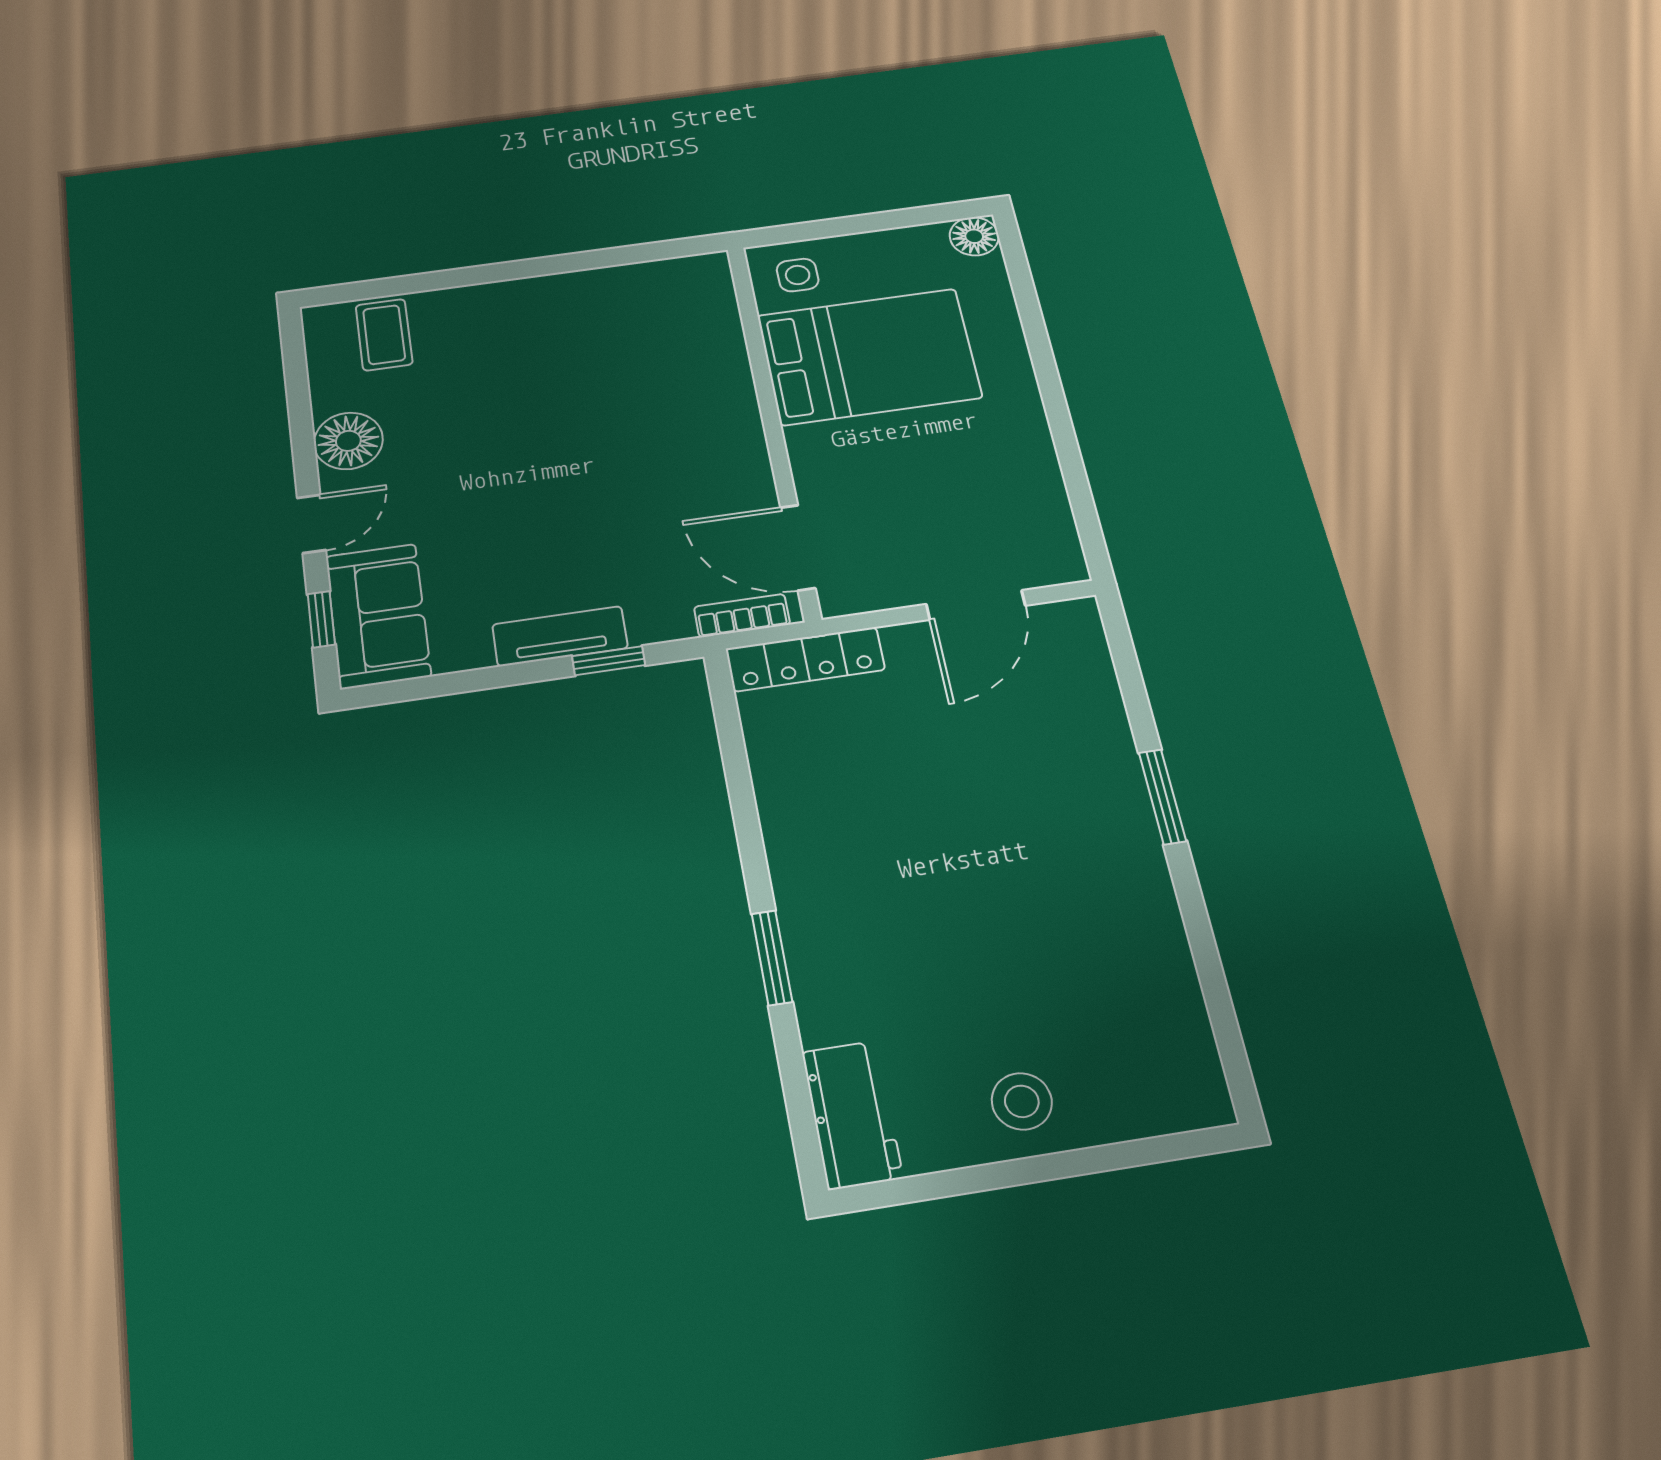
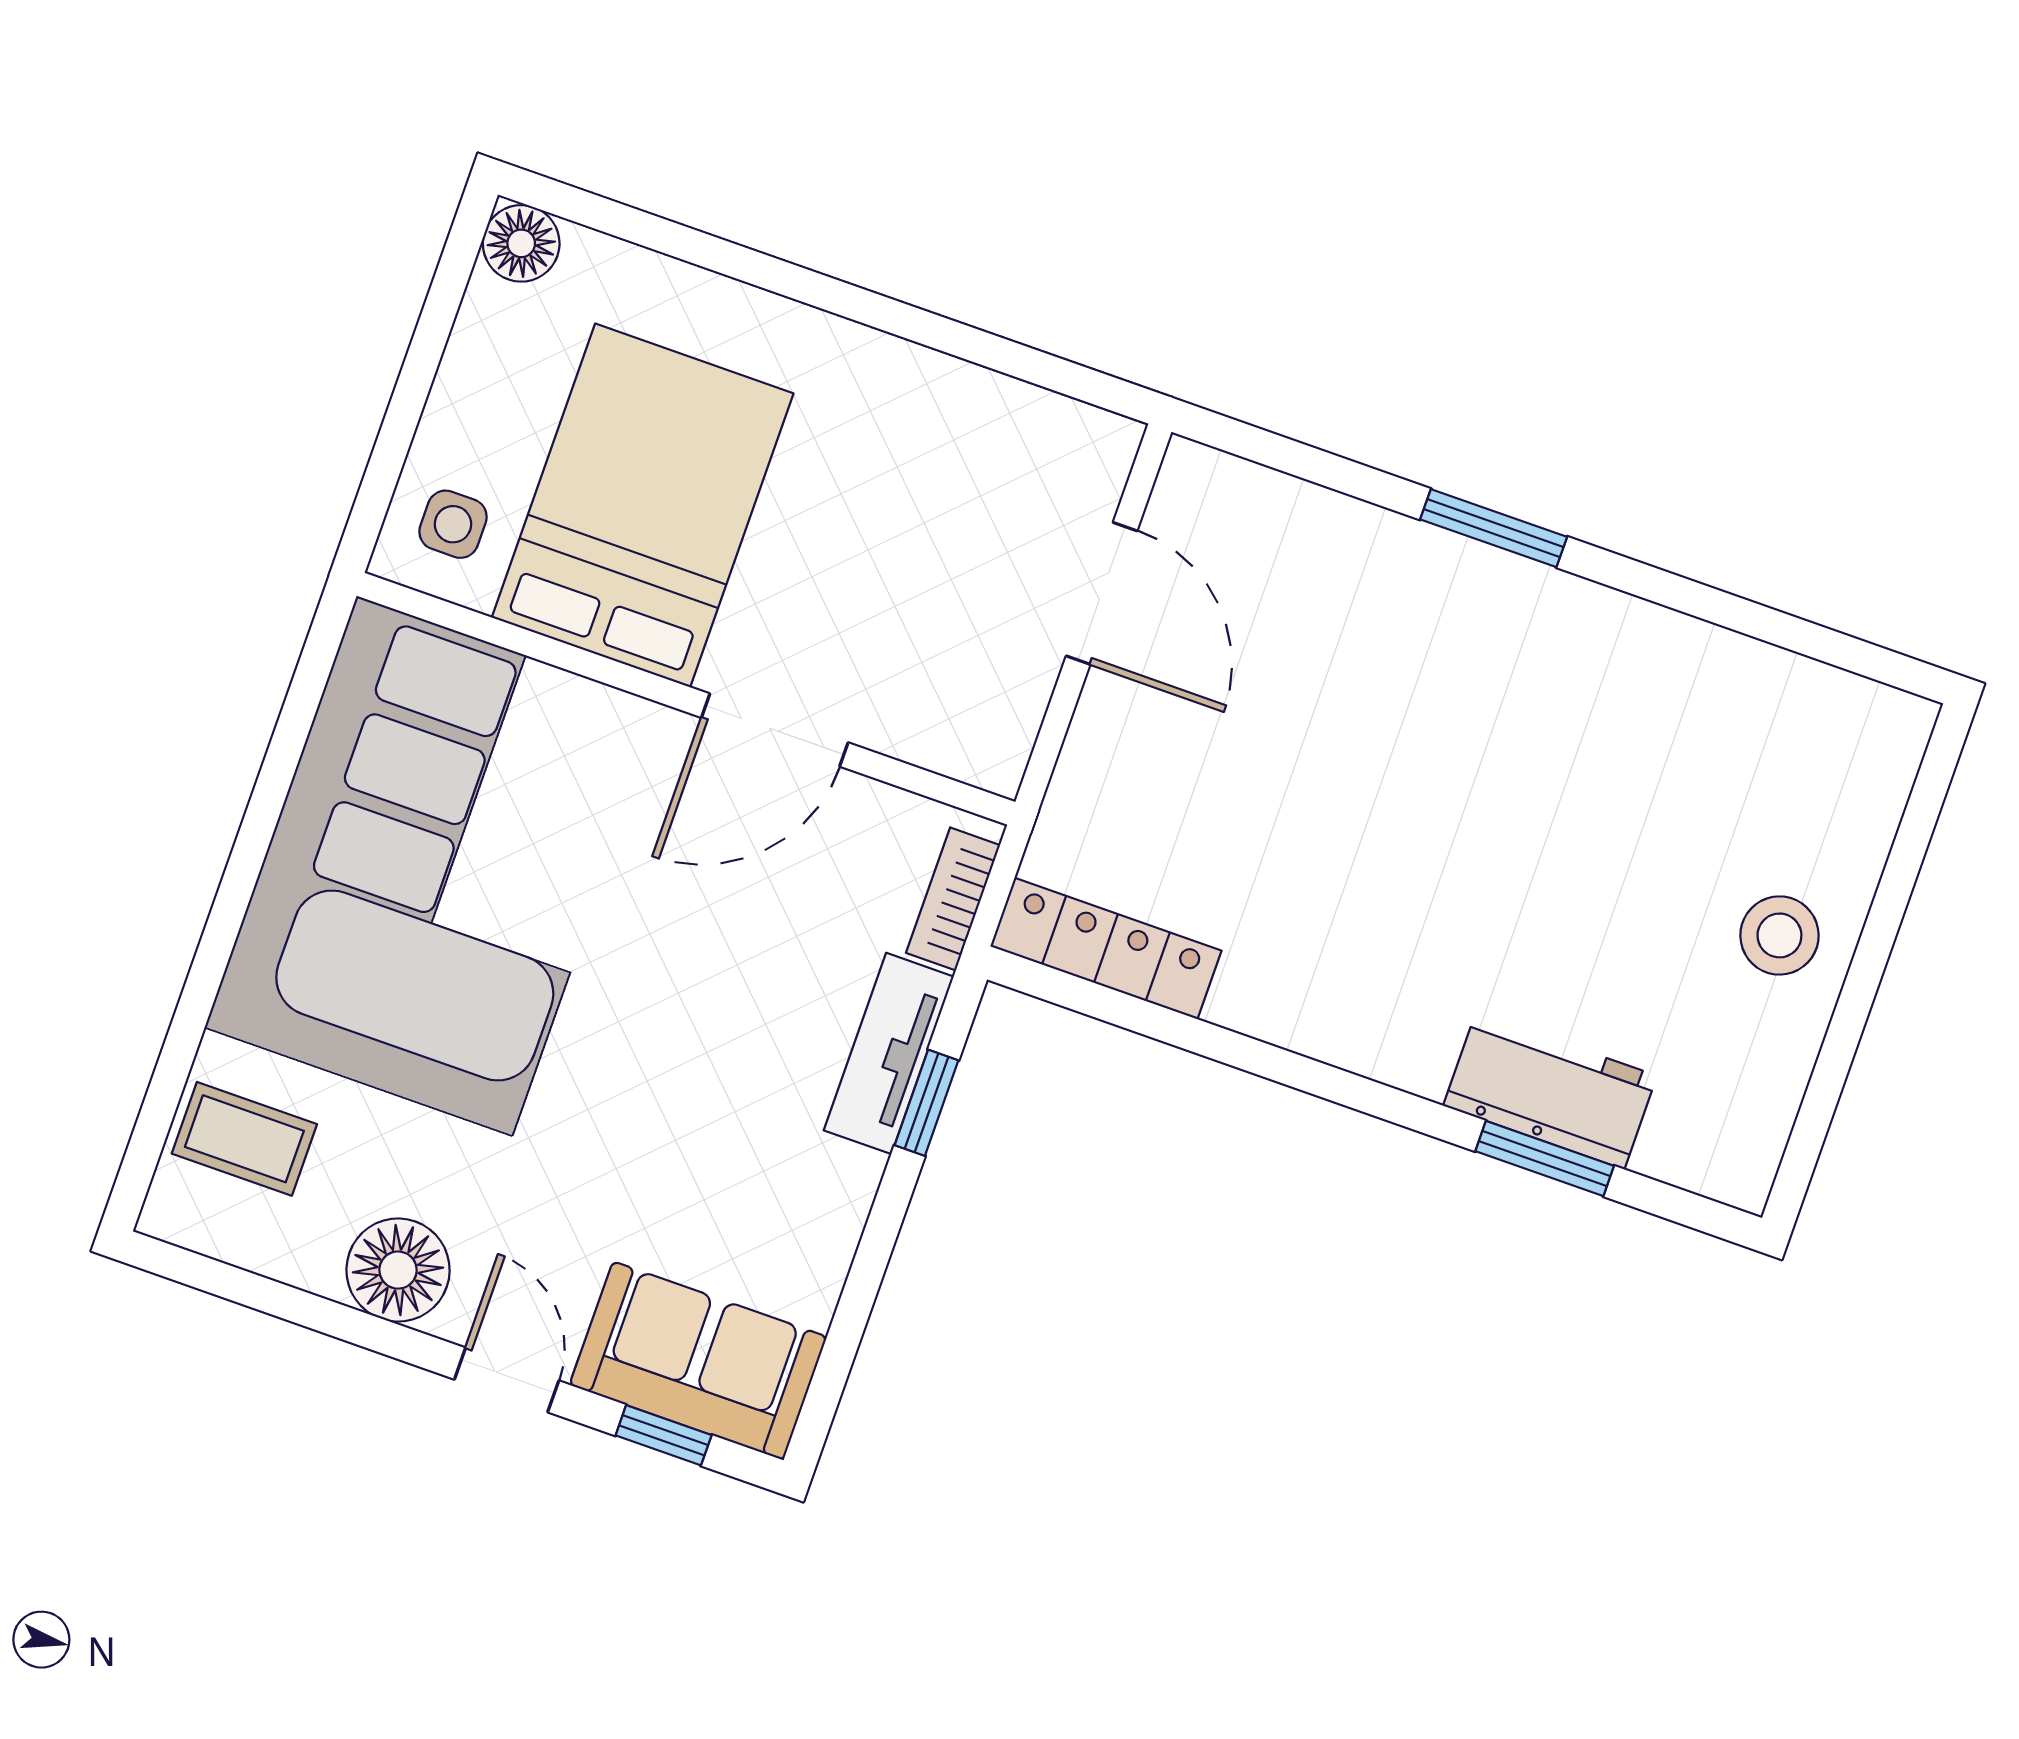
corner sofa: (598, 353) -> (434, 866), added
door: (798, 548) -> (775, 730), moved
tv unit: (560, 636) -> (889, 1053), moved
locker: (805, 659) -> (1106, 948), moved, turned -90
window: (772, 958) -> (1545, 1159), moved
workbench: (852, 1115) -> (1550, 1091), moved

